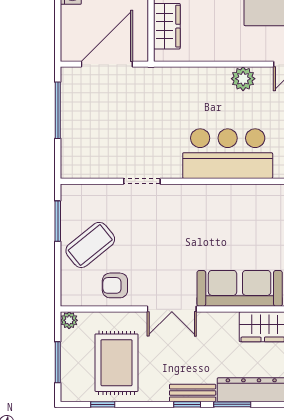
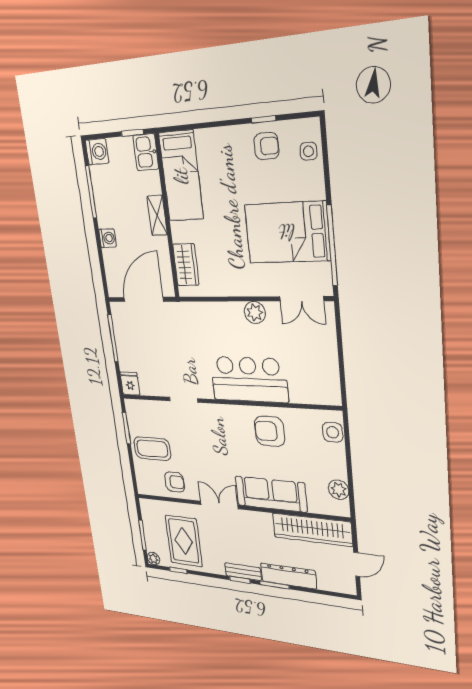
fridge: (72, 165) -> (130, 384), added
armchair: (246, 212) -> (270, 431), added
coffee table: (90, 245) -> (152, 449), turned 39
armchair: (115, 285) -> (175, 482), turned 180
double door: (172, 309) -> (219, 505), swing flipped
plant: (69, 320) -> (154, 559), moved

